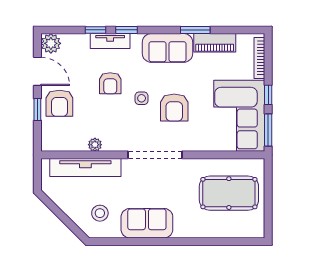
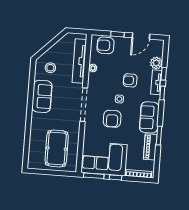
plant: (51, 43) -> (156, 63), moved
armchair: (59, 103) -> (106, 45), moved
armchair: (174, 108) -> (112, 119), turned -90

